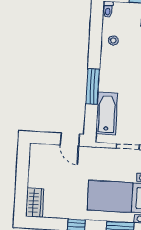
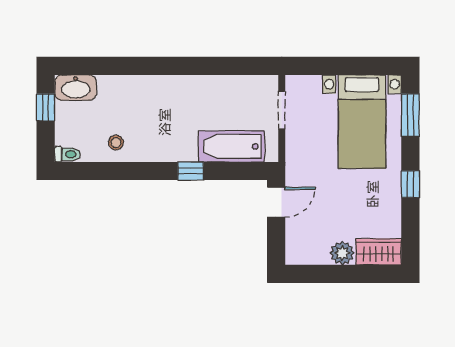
window: (93, 87) -> (191, 171), width x0.46
plant: (35, 179) -> (342, 253), added

